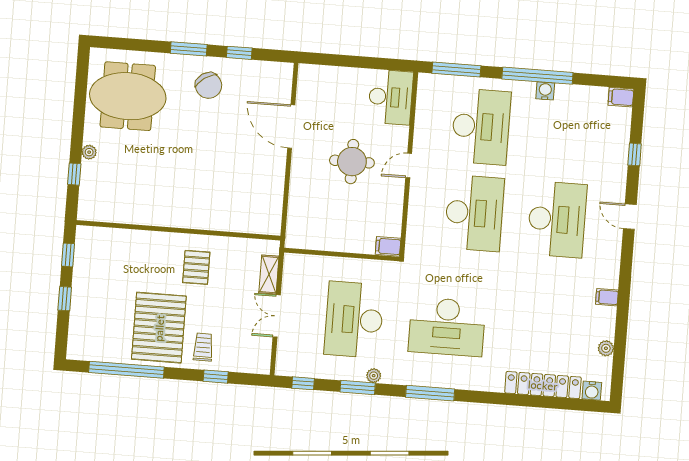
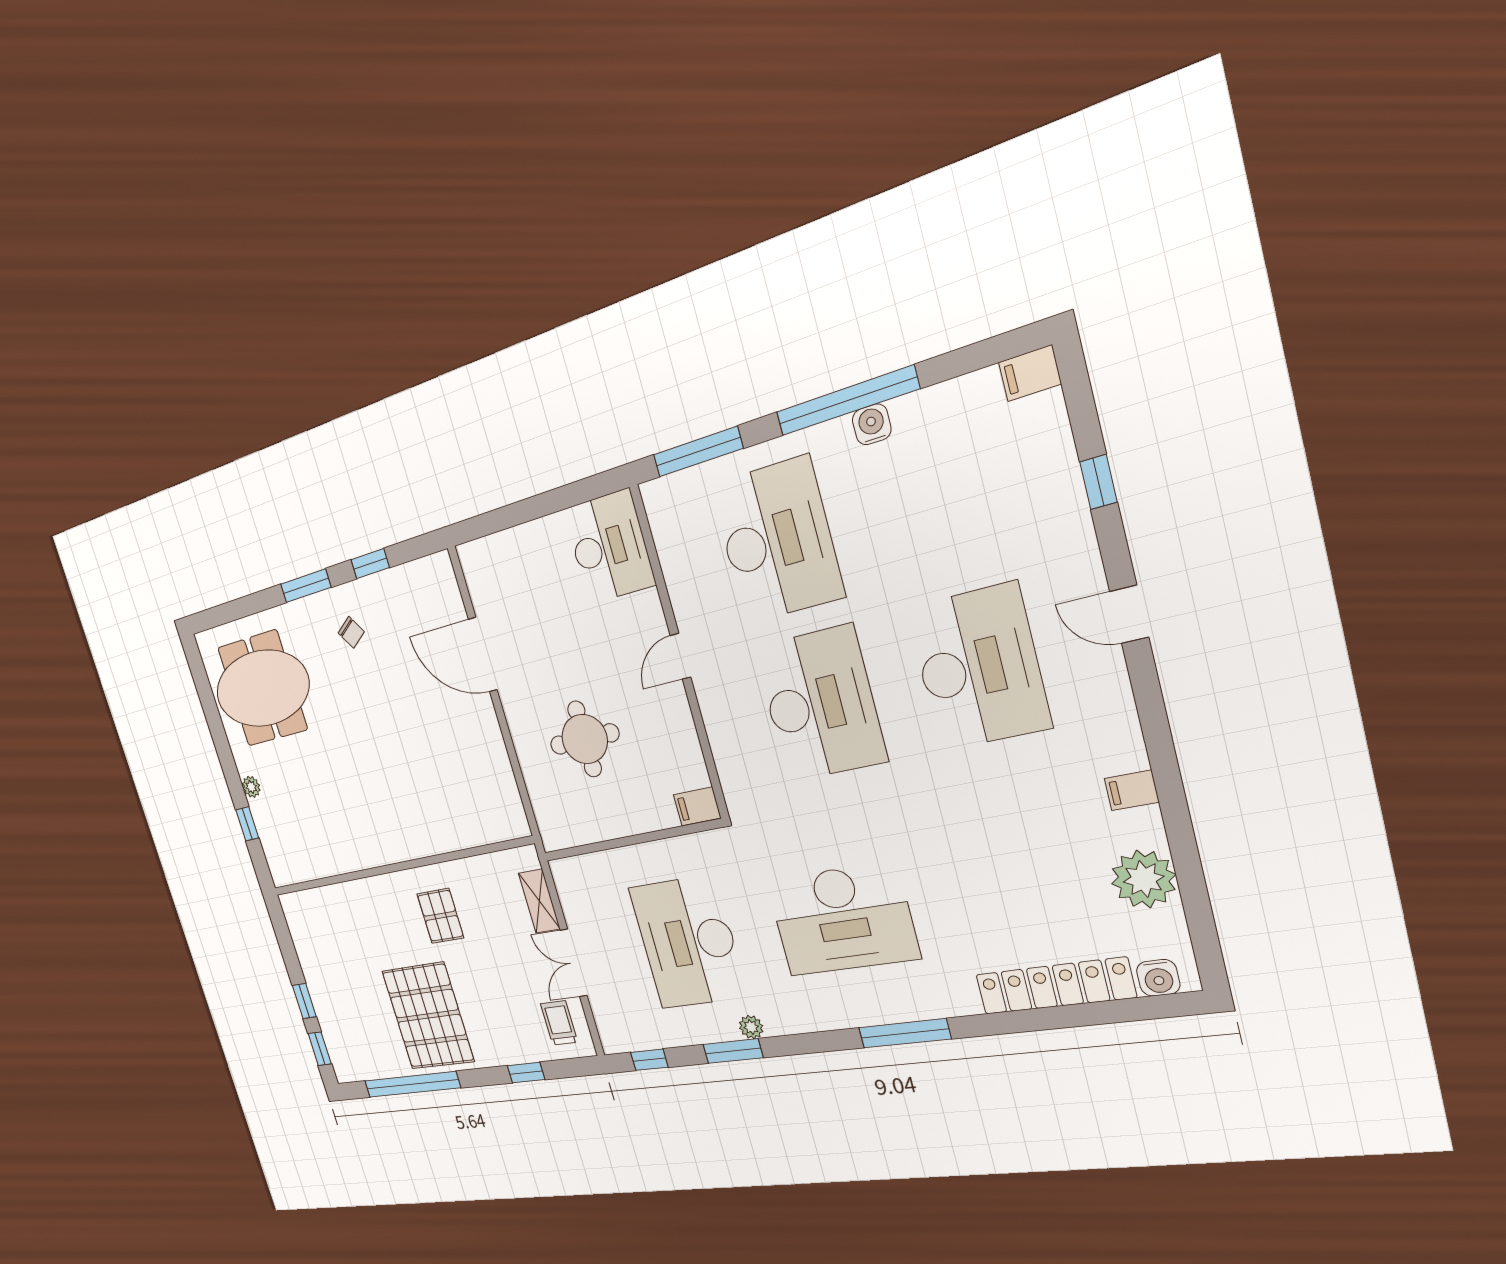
chair: (209, 85) -> (351, 632), width x0.54, depth x0.54
round table: (352, 162) -> (585, 739), moved
window: (68, 255) -> (320, 1049), moved
trolley: (203, 347) -> (559, 1023), moved
plant: (606, 348) -> (1144, 879), width x1.88, depth x1.88
window: (430, 393) -> (904, 1033), moved

